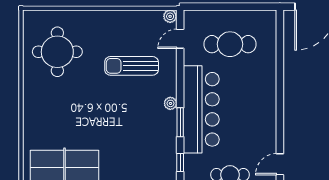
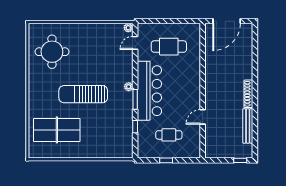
sun lounger: (132, 66) -> (83, 94), moved, width x1.36, depth x1.34
door: (280, 164) -> (203, 117), moved

